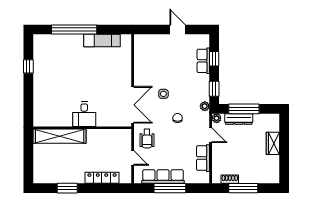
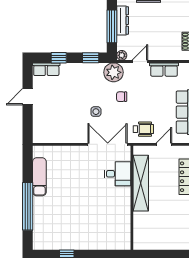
row of seats: (203, 61) -> (46, 69), moved
plant: (205, 106) -> (114, 72), width x1.88, depth x1.88
desk: (84, 114) -> (118, 174), moved
dresser: (239, 119) -> (123, 20), moved
shelving: (60, 136) -> (141, 183), moved

